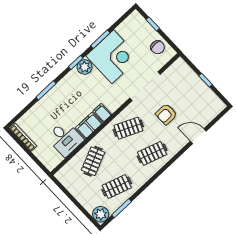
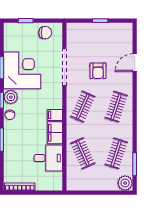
chair: (70, 79) -> (10, 115), added

